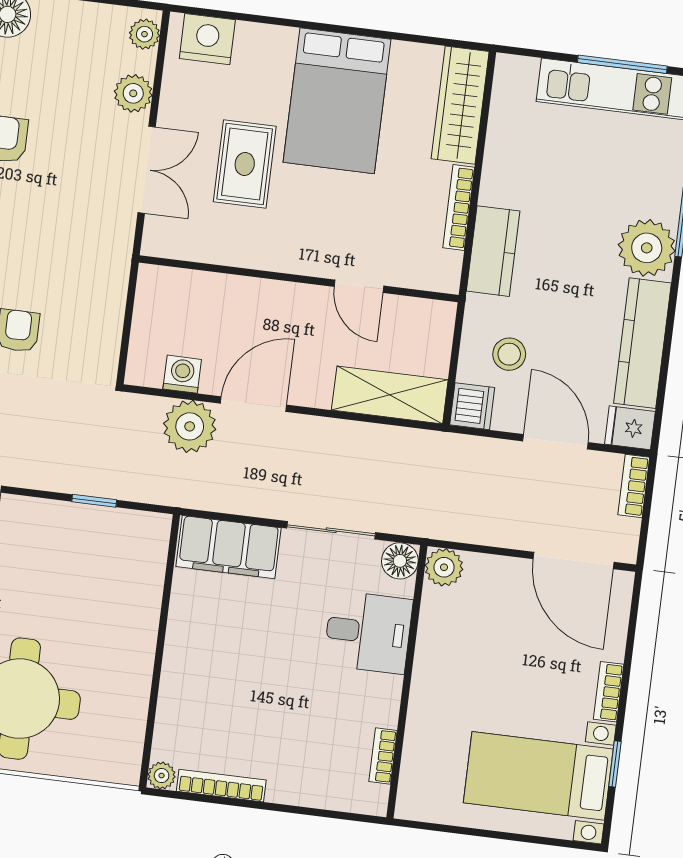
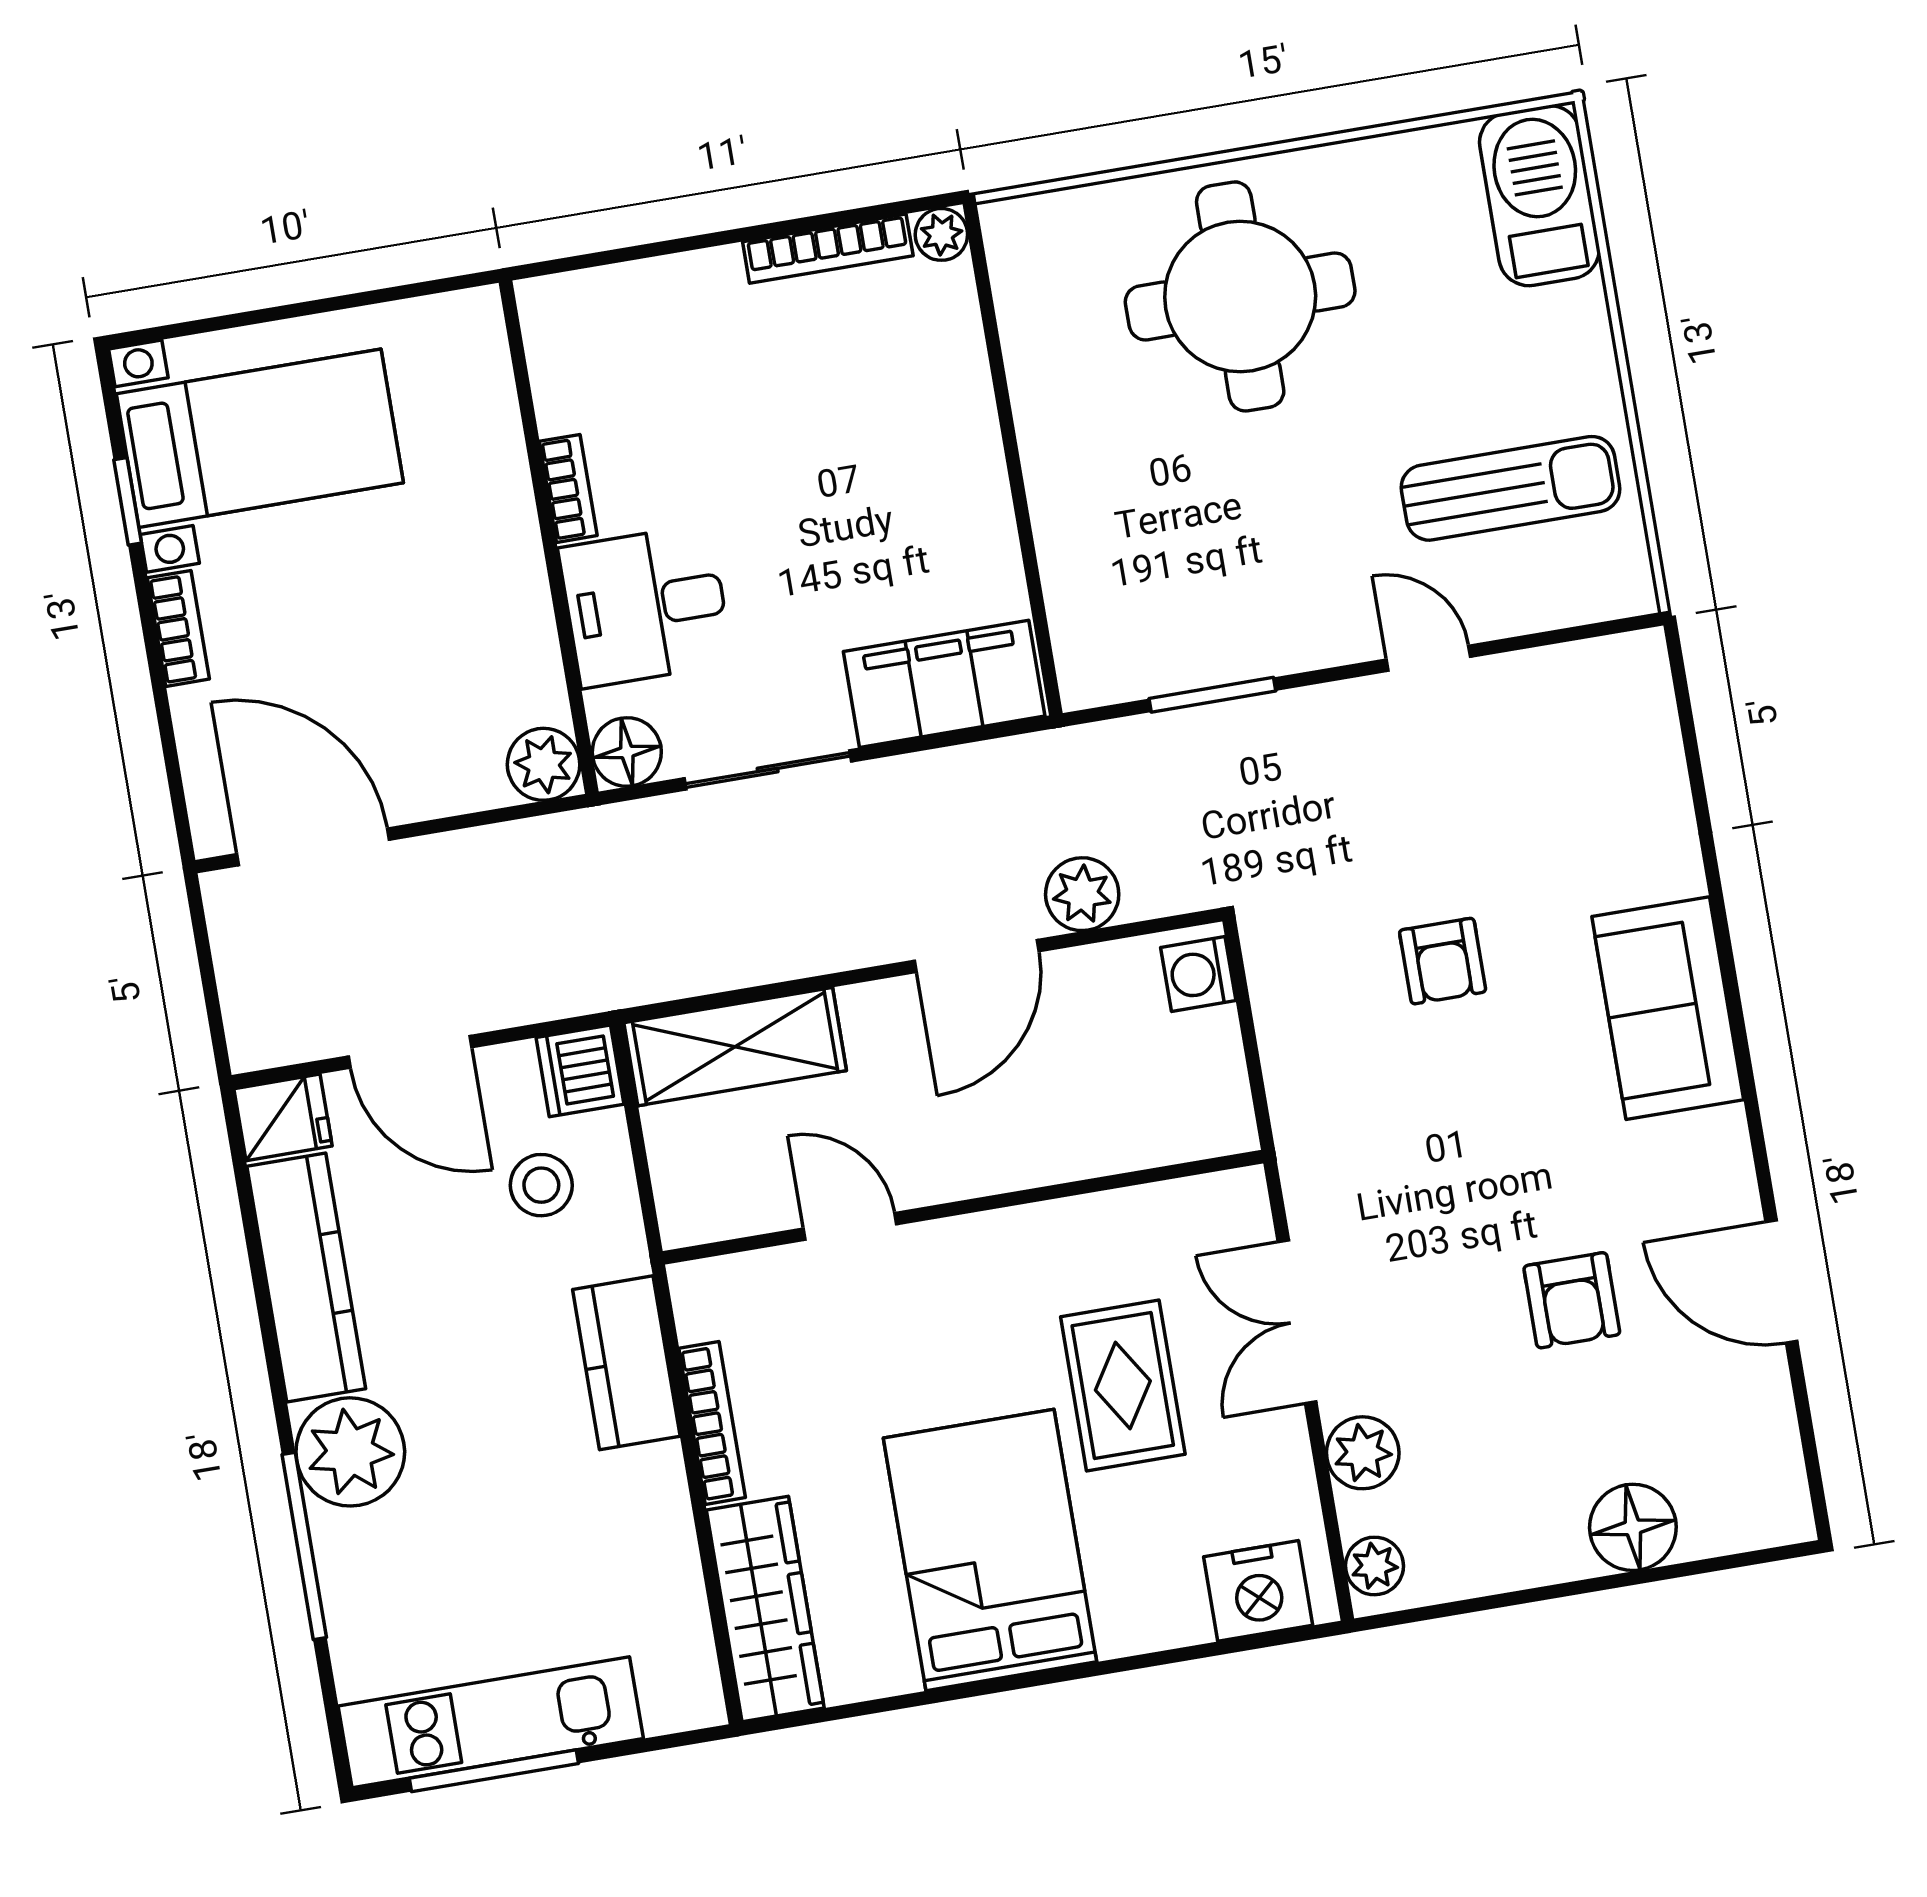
washing machine: (182, 374) -> (1198, 974), moved, turned 90
plant: (190, 426) -> (1082, 894), width x0.73, depth x0.73
bookcase: (634, 486) -> (245, 1014), removed
window: (94, 501) -> (1212, 695), width x1.50
bookcase: (383, 756) -> (568, 488), moved

